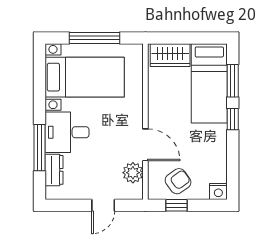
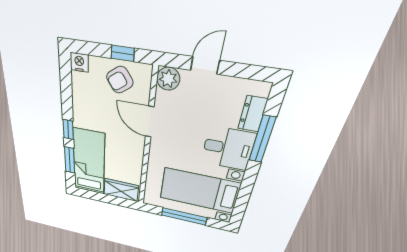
plant: (133, 173) -> (168, 79), moved

